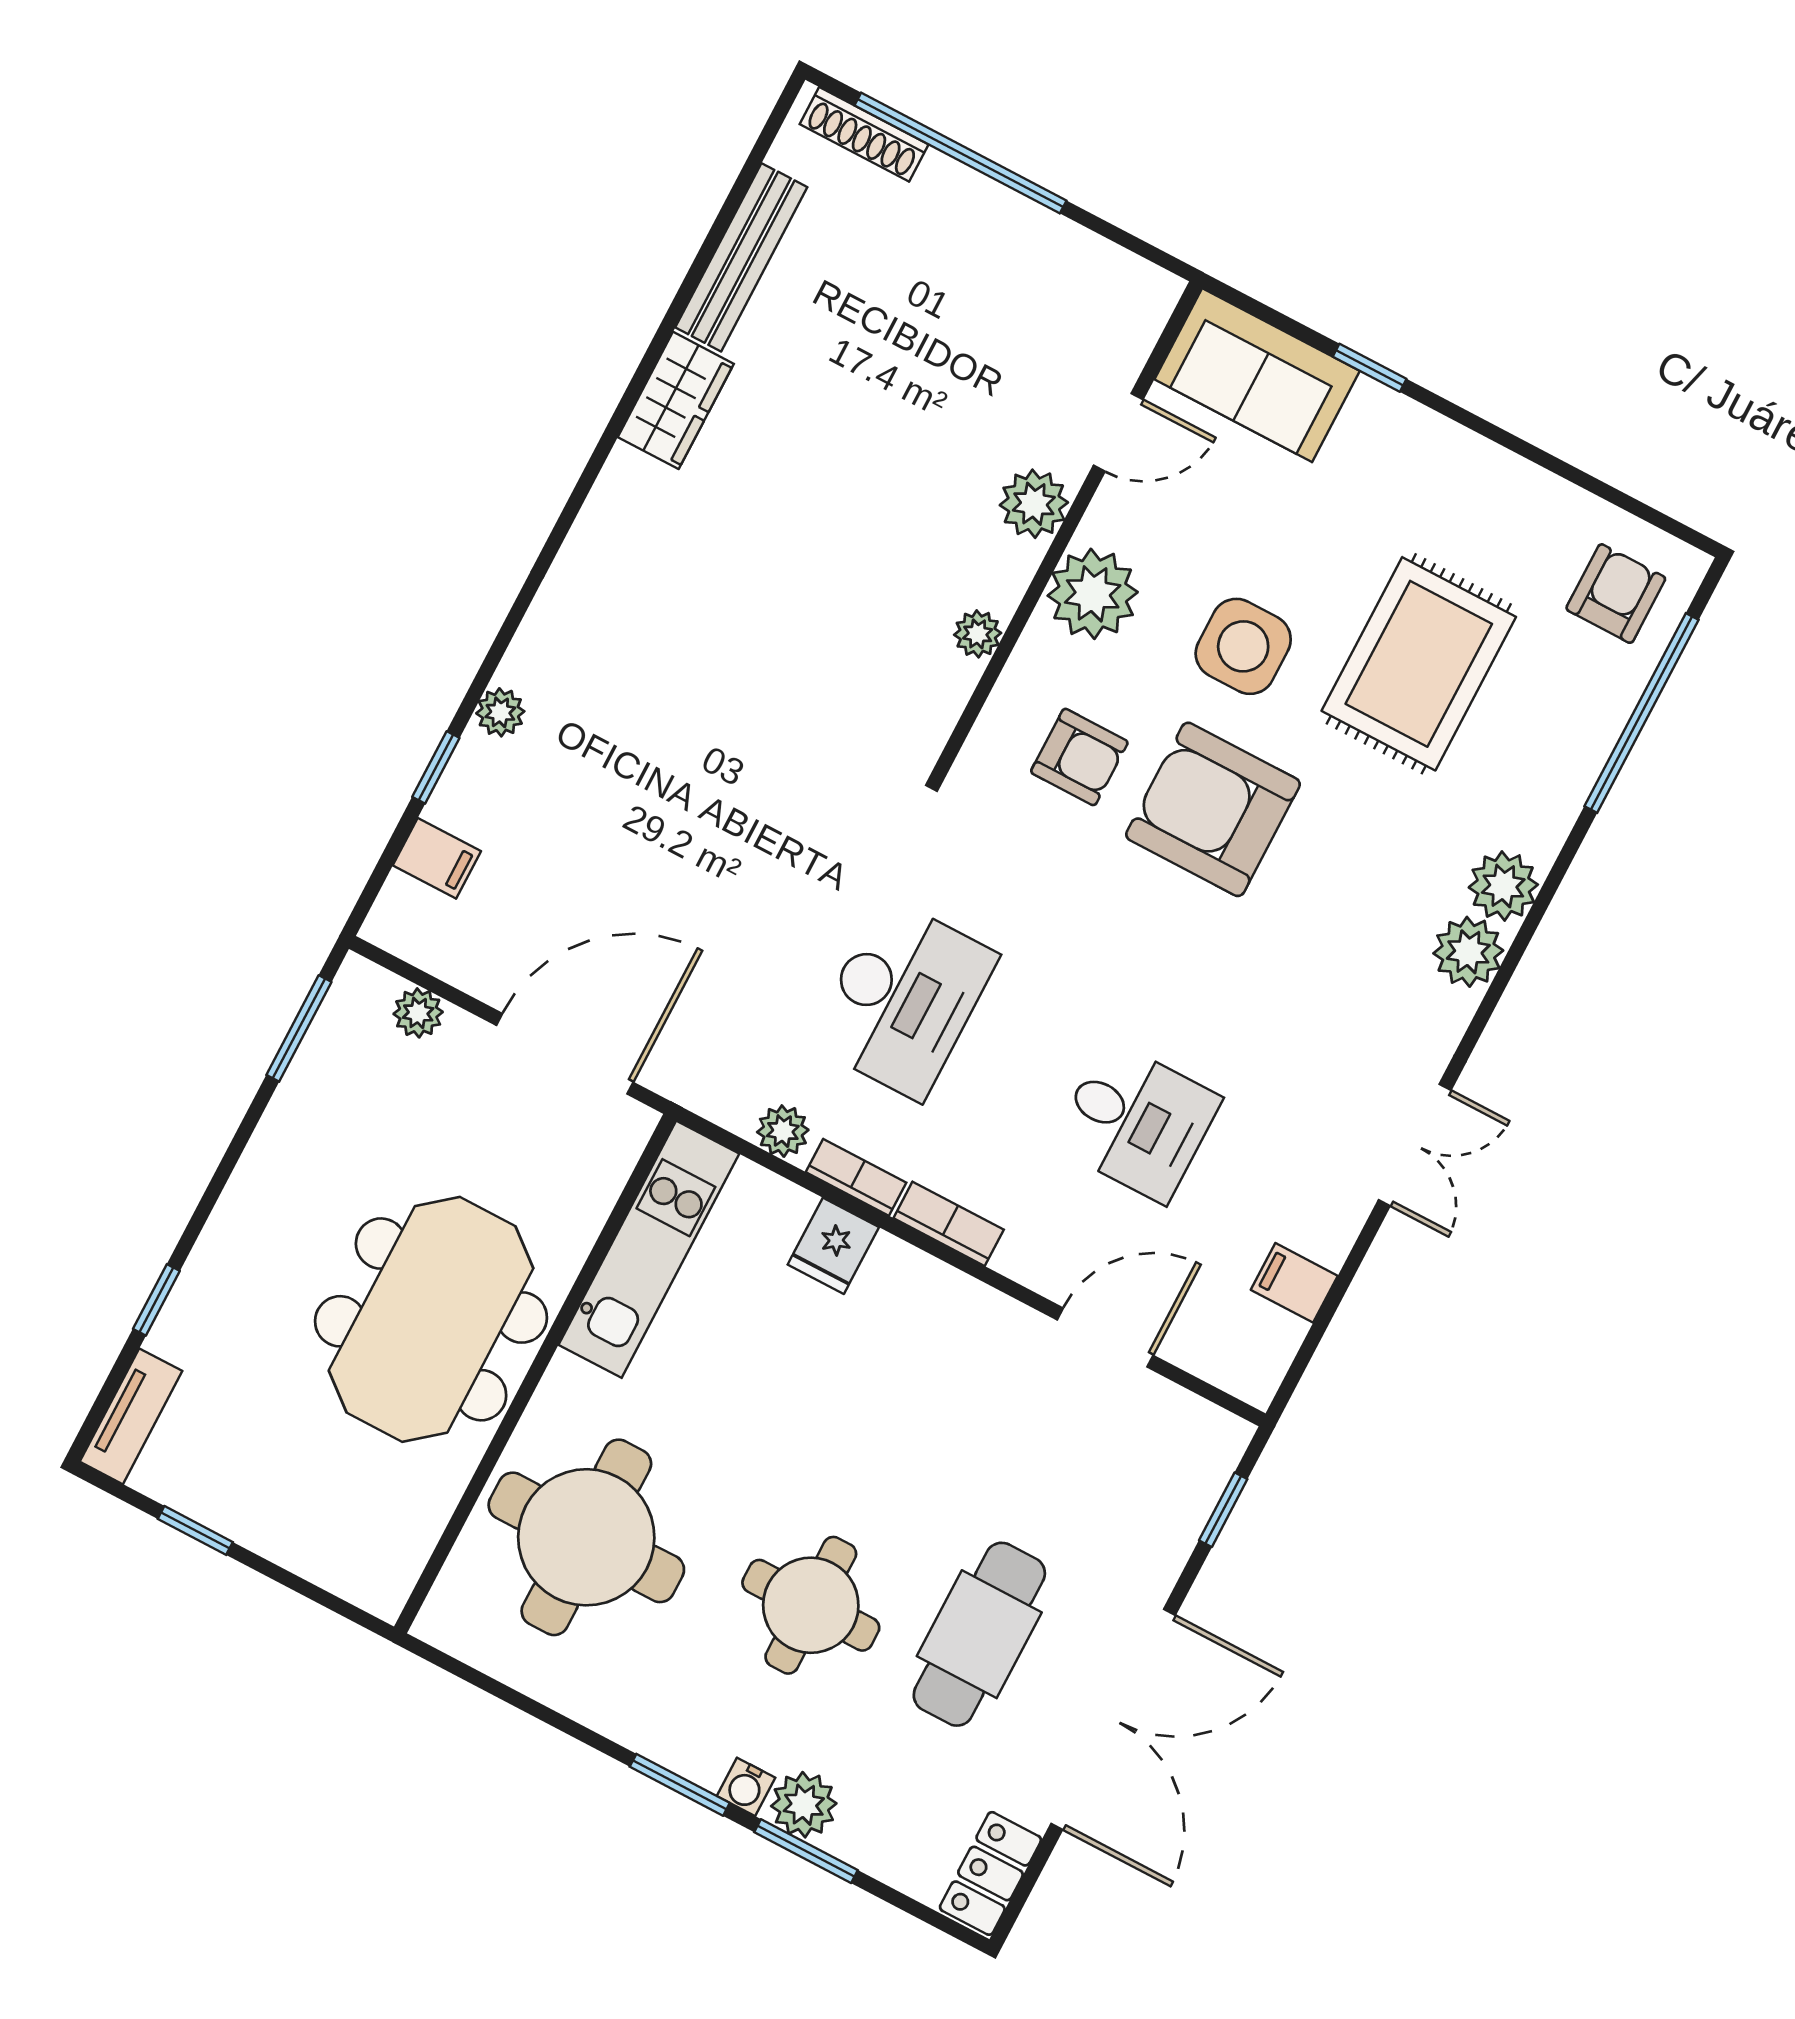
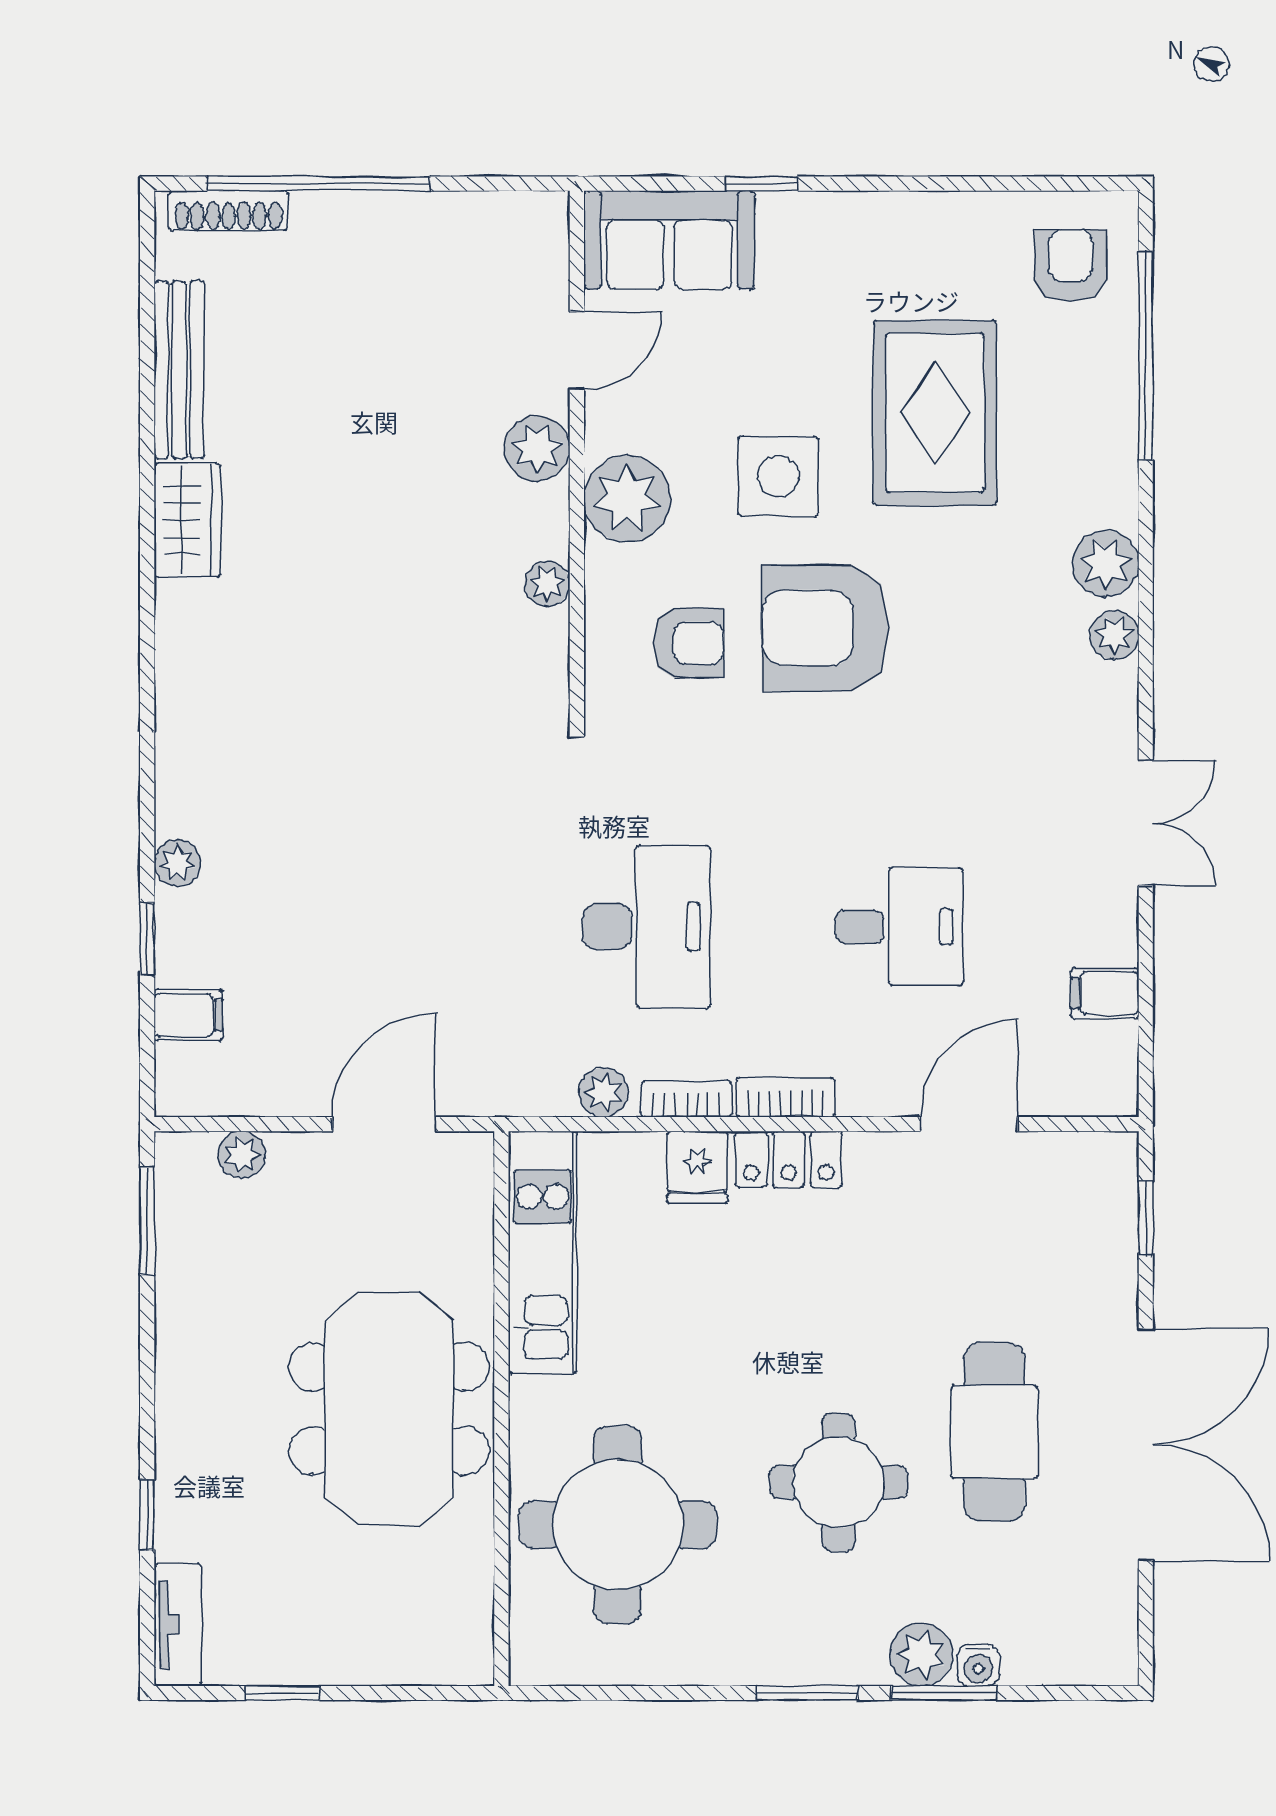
plant: (1468, 952) -> (1114, 635), width x0.73, depth x0.73
door: (565, 1054) -> (384, 1124), width x0.73
water cooler: (746, 1787) -> (978, 1665), moved
locker: (991, 1873) -> (789, 1159), moved, turned -90

